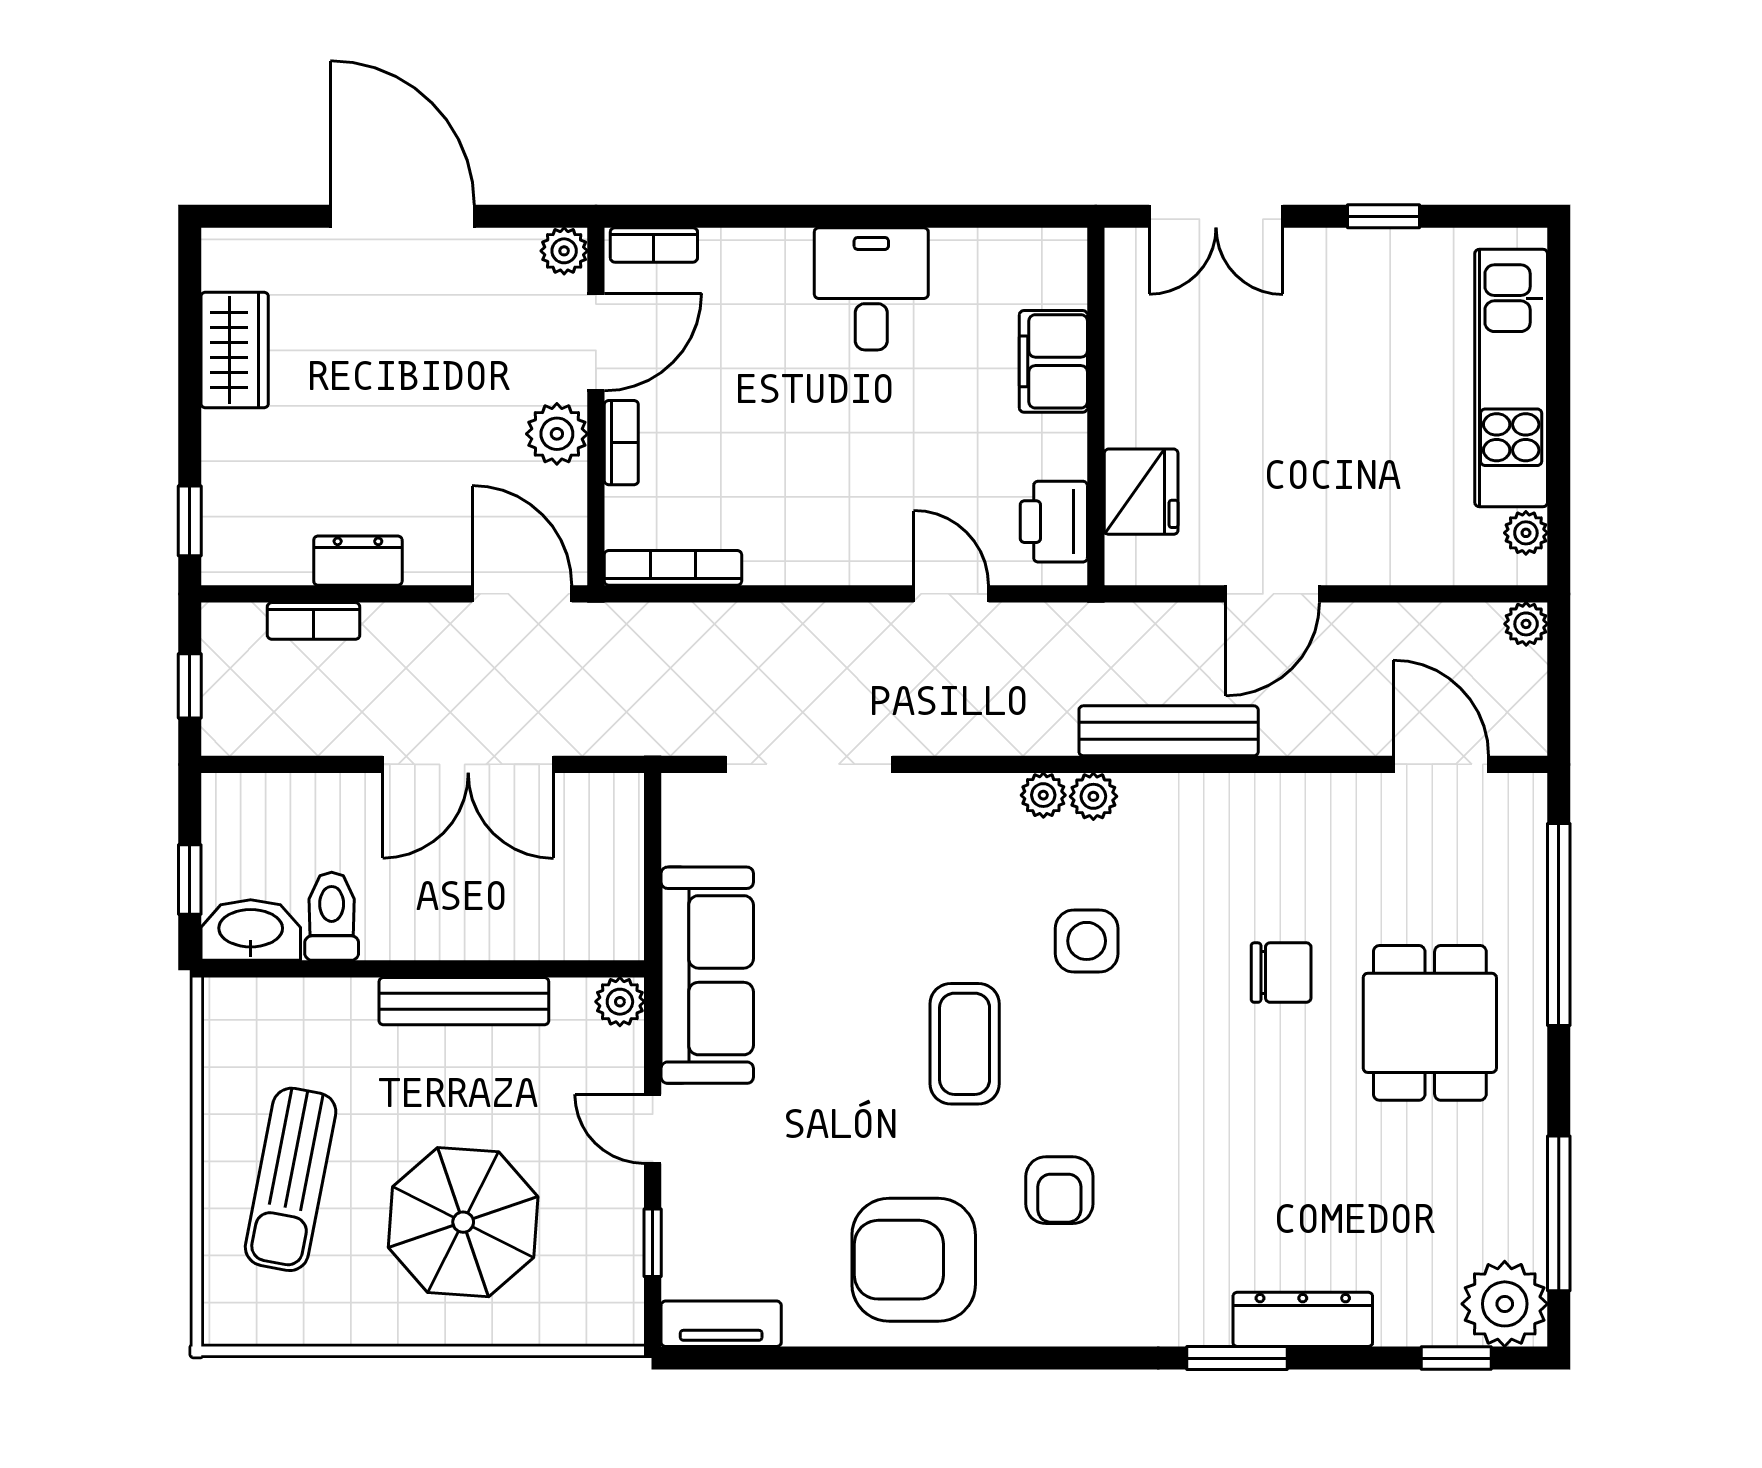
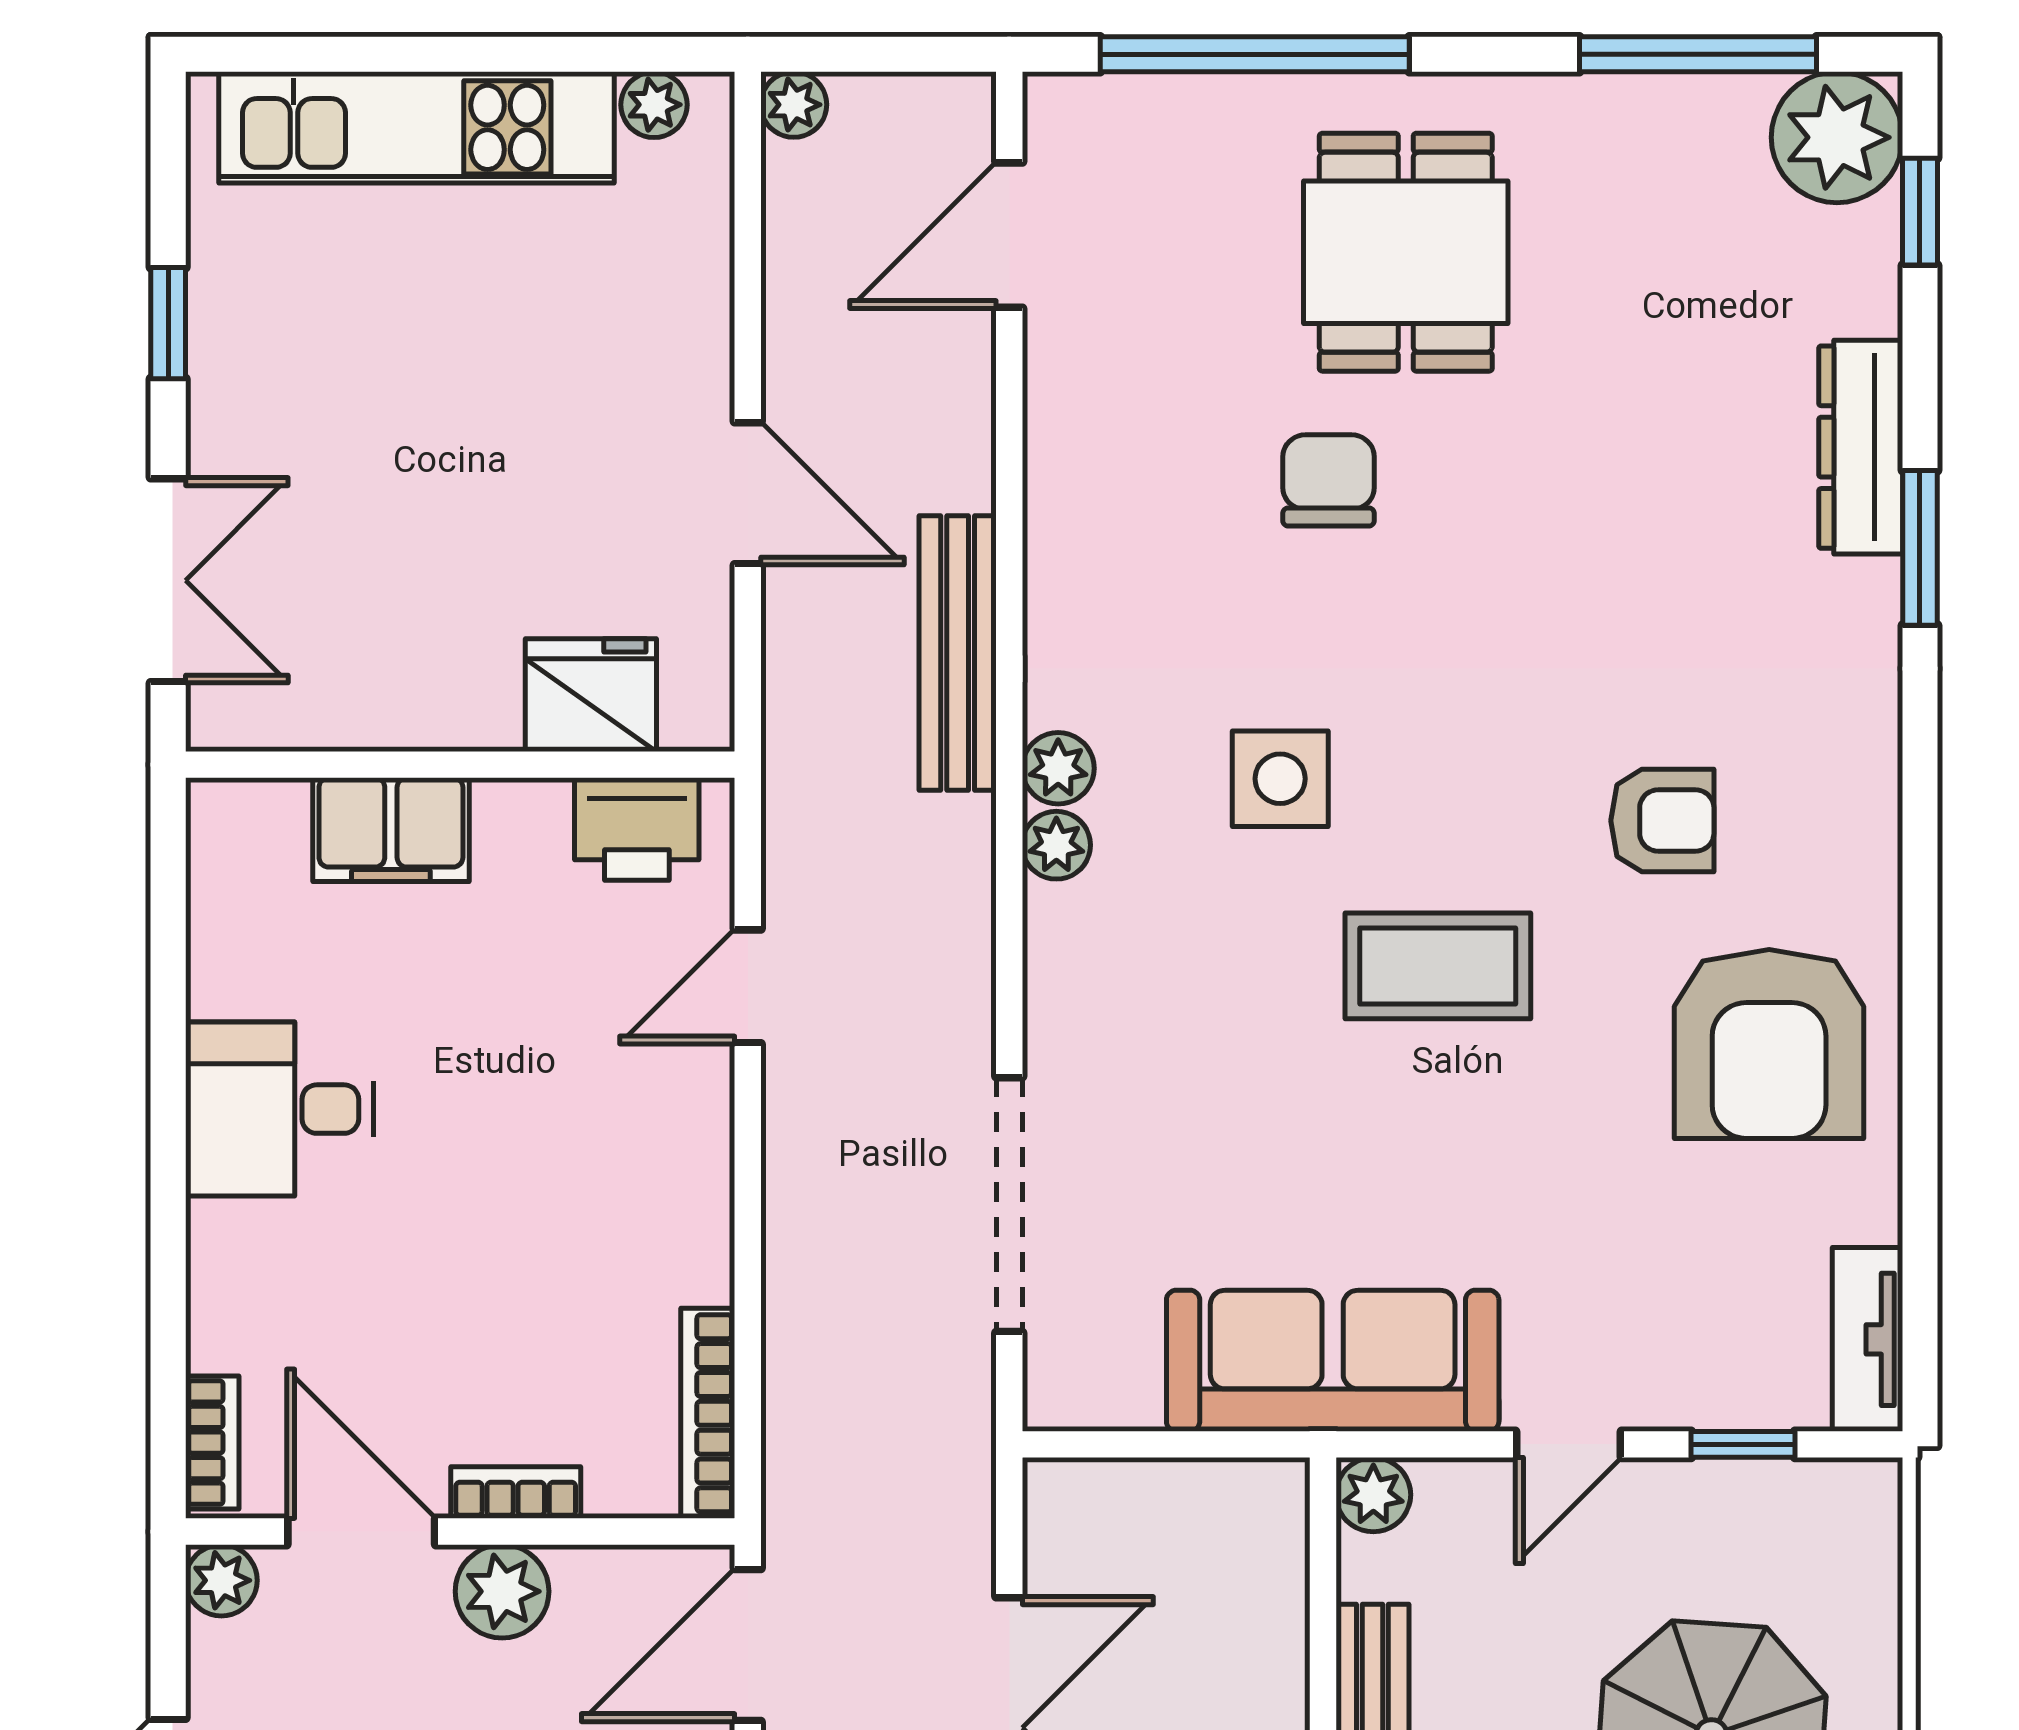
dining table: (1430, 1023) -> (1406, 252), turned 90

